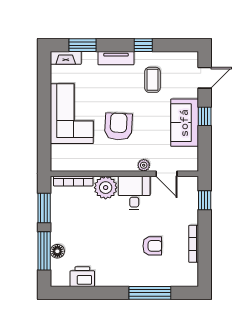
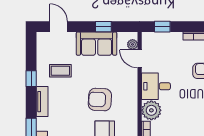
window: (205, 116) -> (103, 27), moved
plant: (144, 165) -> (133, 44), moved
door: (167, 174) -> (140, 59), swing flipped

